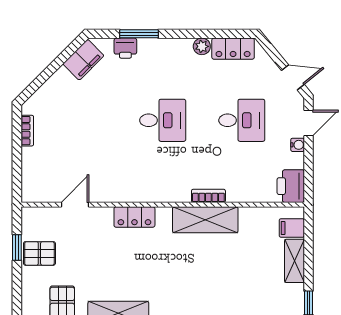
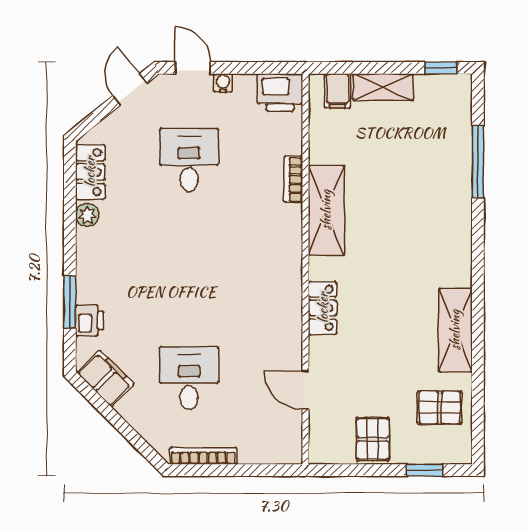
desk: (163, 120) -> (189, 378), moved
bookcase: (27, 131) -> (203, 456), width x1.56
bookcase: (208, 196) -> (293, 179), moved
window: (17, 248) -> (425, 470), moved

